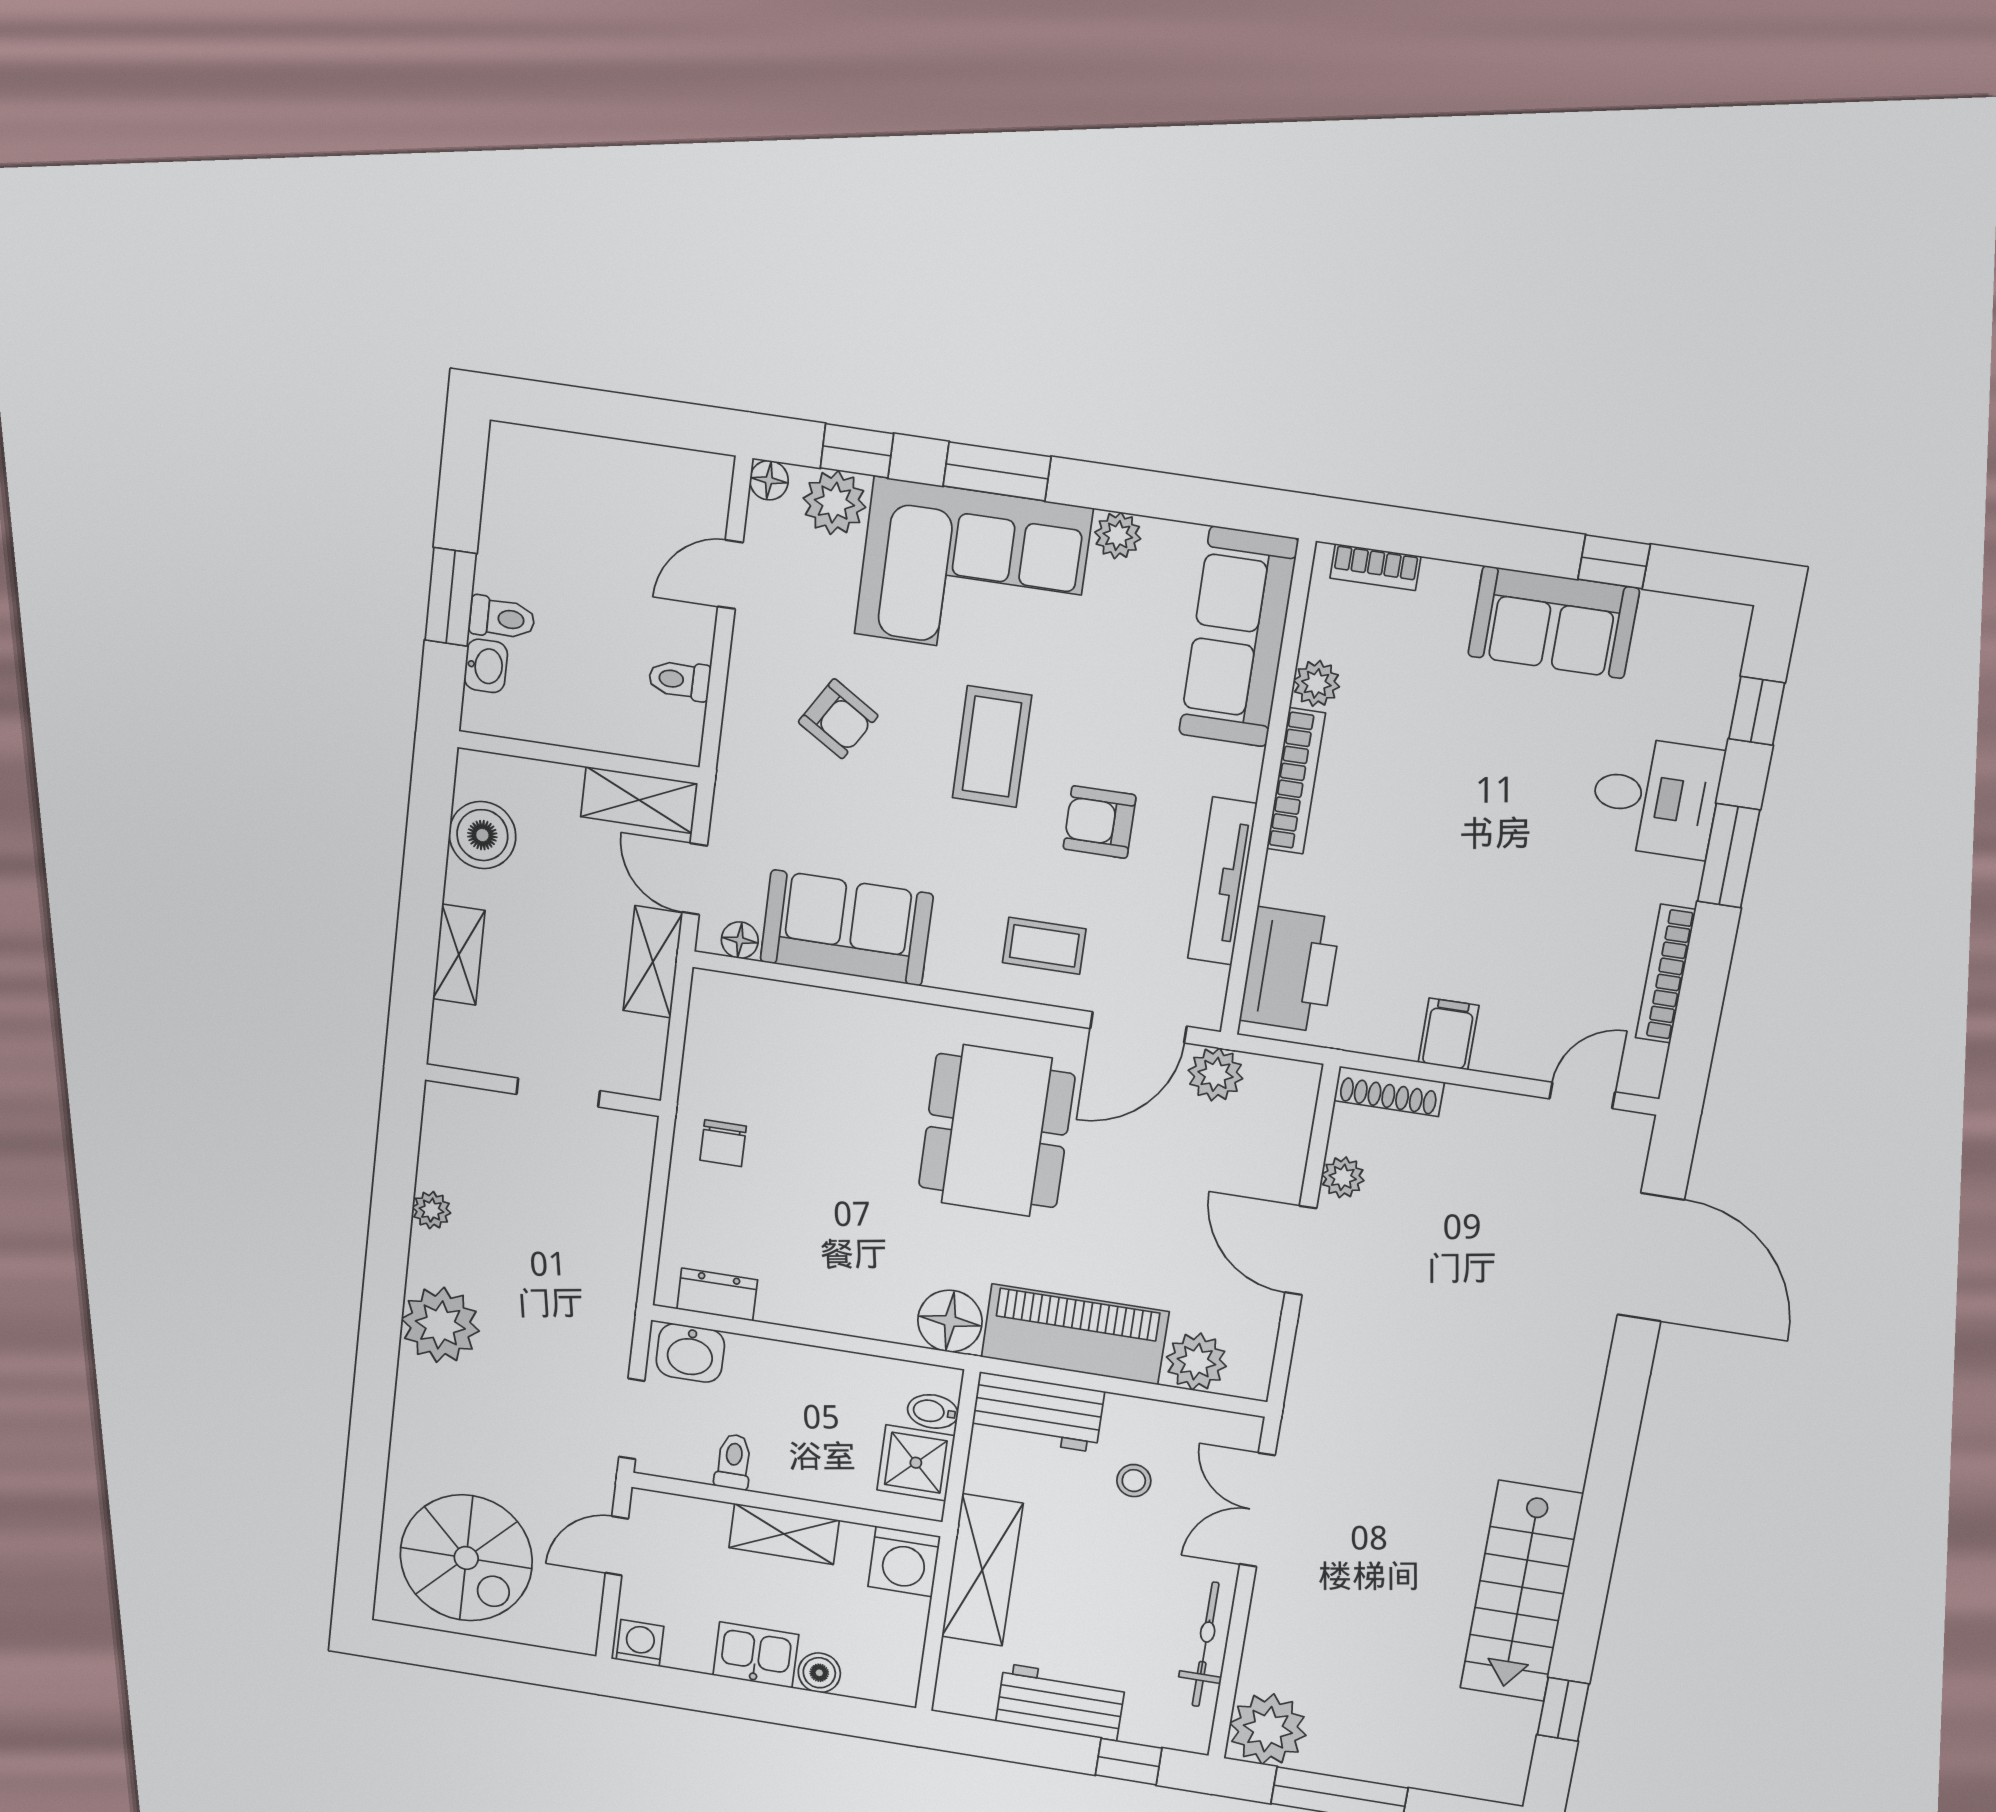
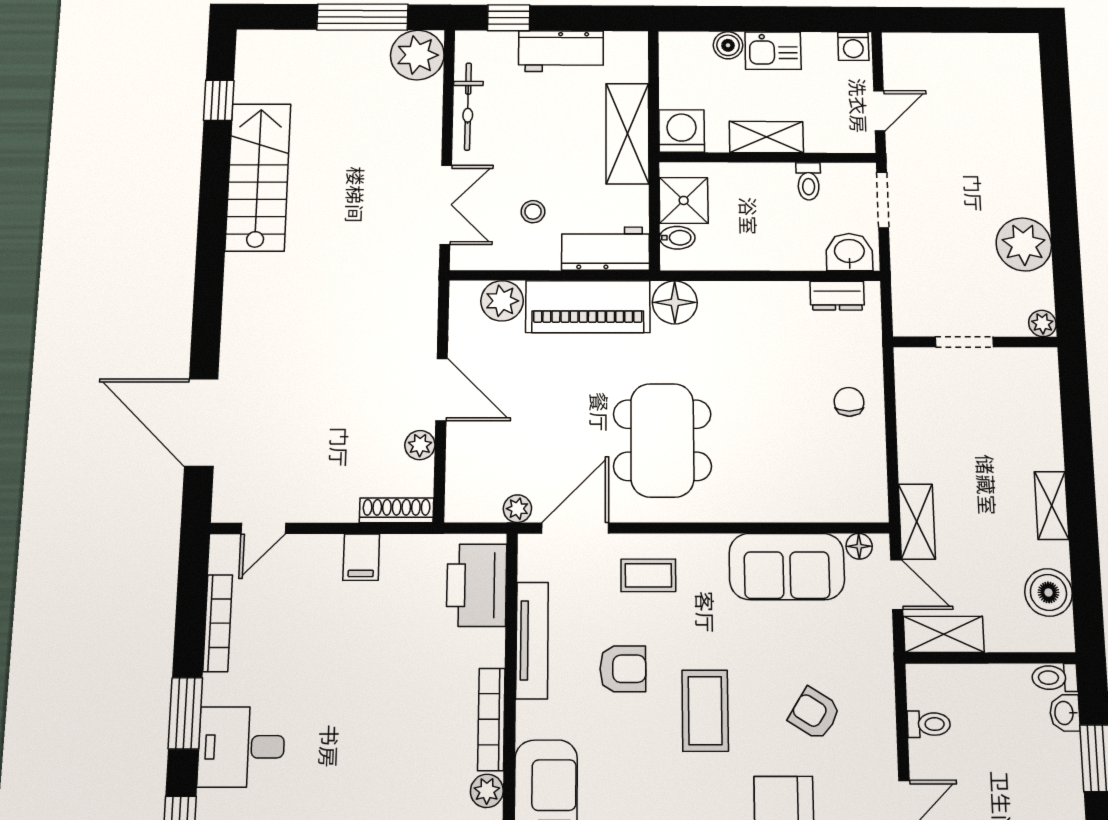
toilet: (502, 618) -> (1055, 678), moved
plant: (1215, 1074) -> (517, 509), width x0.73, depth x0.73
wall: (543, 1090) -> (975, 342), moved
doorway: (558, 1093) -> (964, 342), moved
spiral stairs: (466, 1558) -> (981, 86), removed

